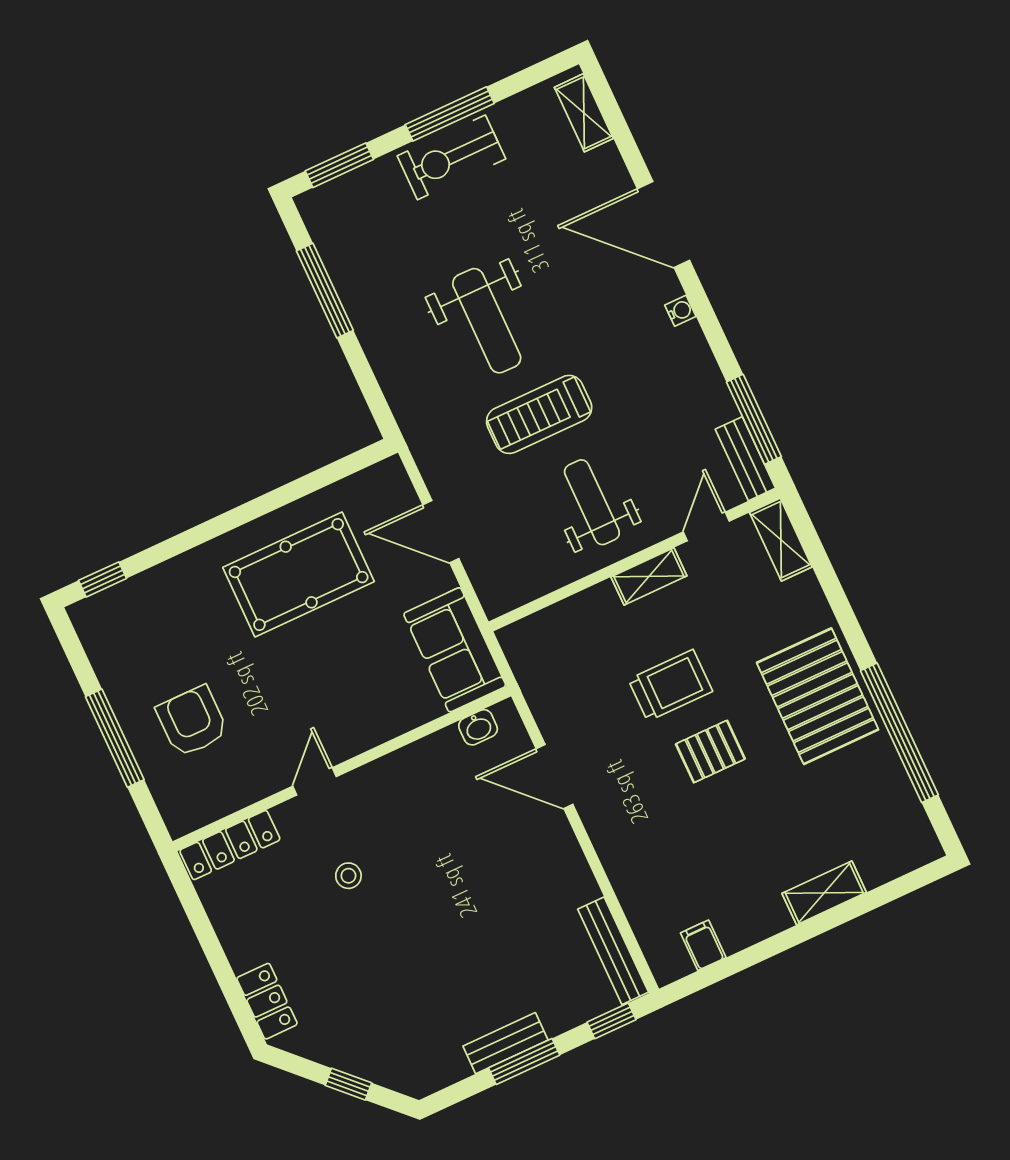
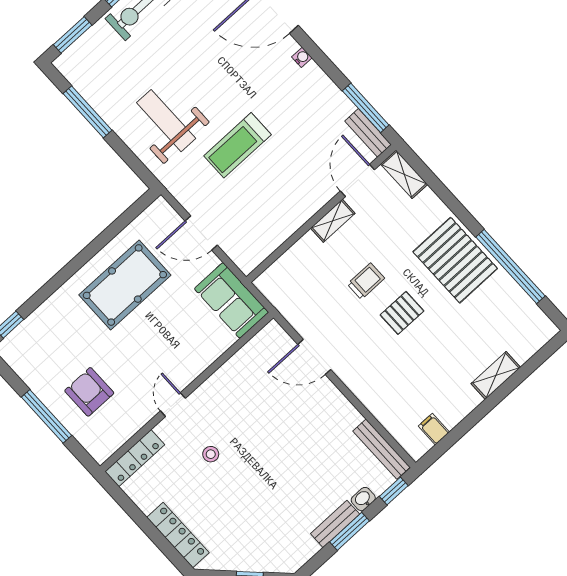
weight bench: (487, 321) -> (166, 121), moved, turned 180
weight bench: (592, 502) -> (285, 187), removed
door: (706, 526) -> (357, 180), width x1.38
trolley: (670, 685) -> (366, 281), width x0.73, depth x0.72
washbasin: (478, 727) -> (363, 499), moved, turned 180
locker: (267, 1001) -> (178, 535), width x1.53

